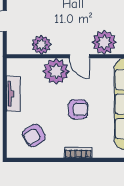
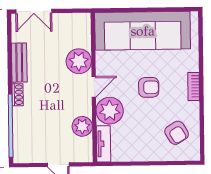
tv unit: (13, 94) -> (104, 144), moved, turned 90
armchair: (78, 109) -> (149, 87), turned 90

